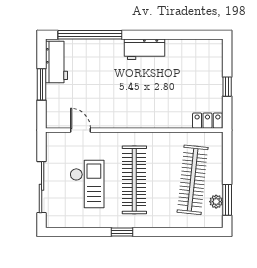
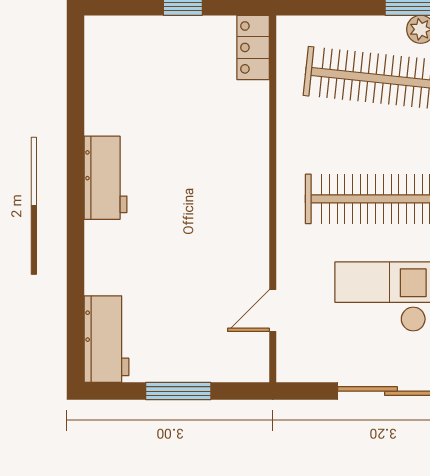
window: (90, 35) -> (75, 291), removed
workbench: (56, 62) -> (106, 339), moved, turned 90

